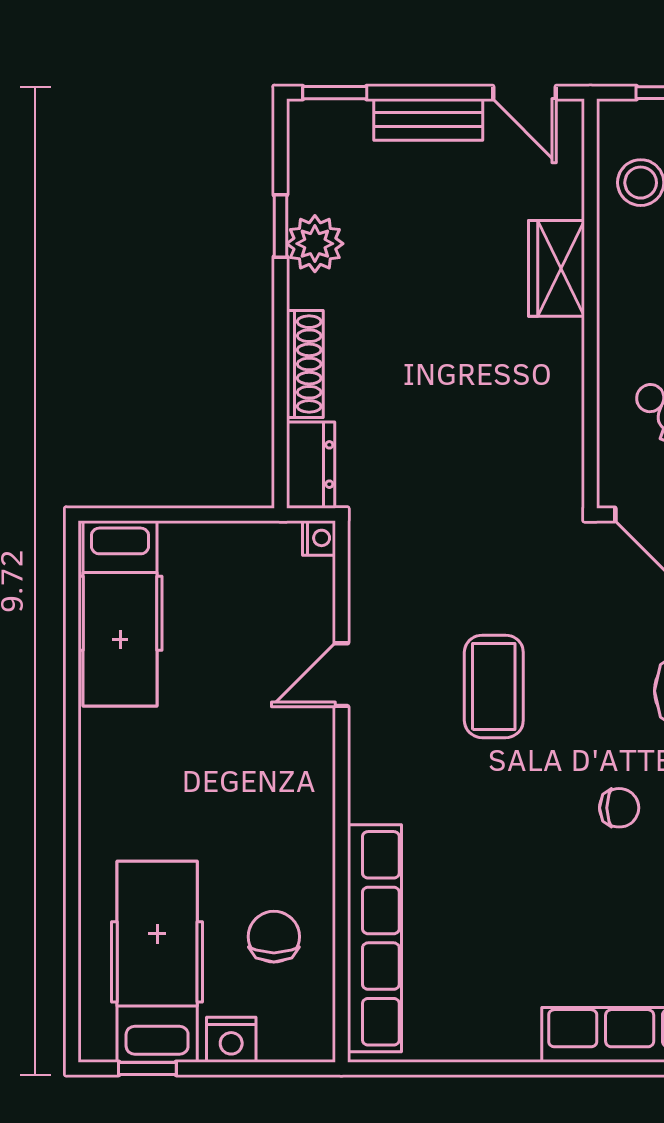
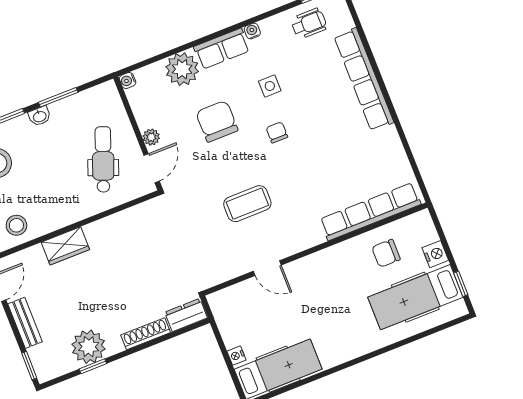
plant: (315, 244) -> (89, 347), width x1.36, depth x1.36
nightstand: (319, 538) -> (236, 356), moved, turned -90

